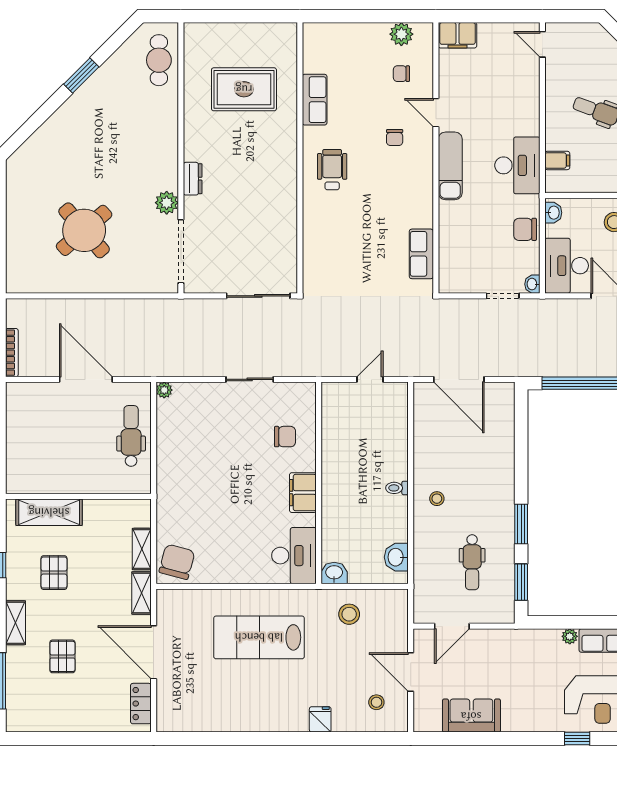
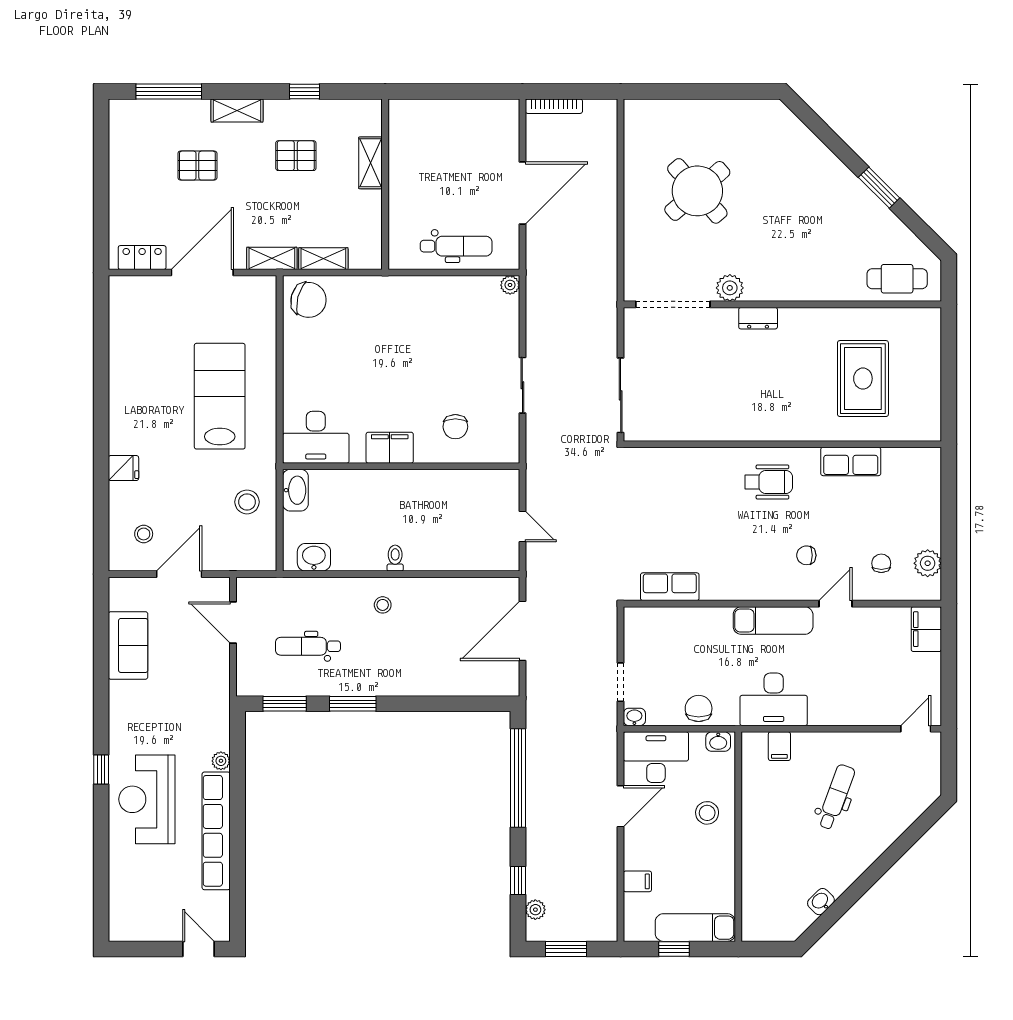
shelving: (49, 512) -> (370, 163), width x0.67, depth x0.75
washbasin: (334, 573) -> (295, 490), width x1.38

